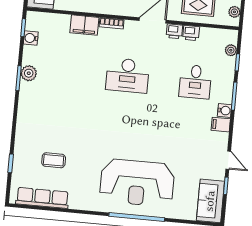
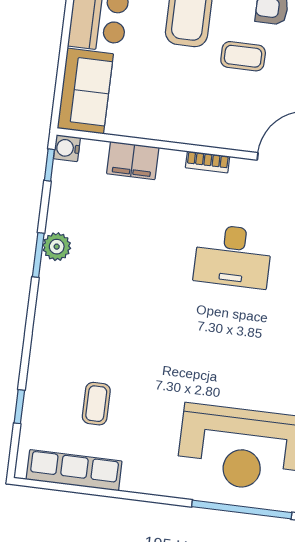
filing cabinet: (84, 25) -> (133, 160), moved
water cooler: (31, 38) -> (67, 148), moved
coffee table: (54, 160) -> (96, 404), turned 90

